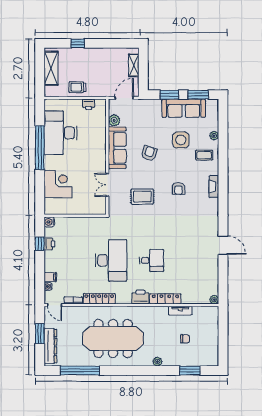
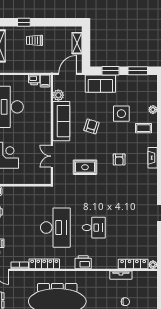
trolley: (77, 87) -> (35, 40), moved
filing cabinet: (100, 105) -> (45, 81), added
sofa: (184, 108) -> (100, 84), moved, width x0.73
locker: (165, 299) -> (133, 264), moved

